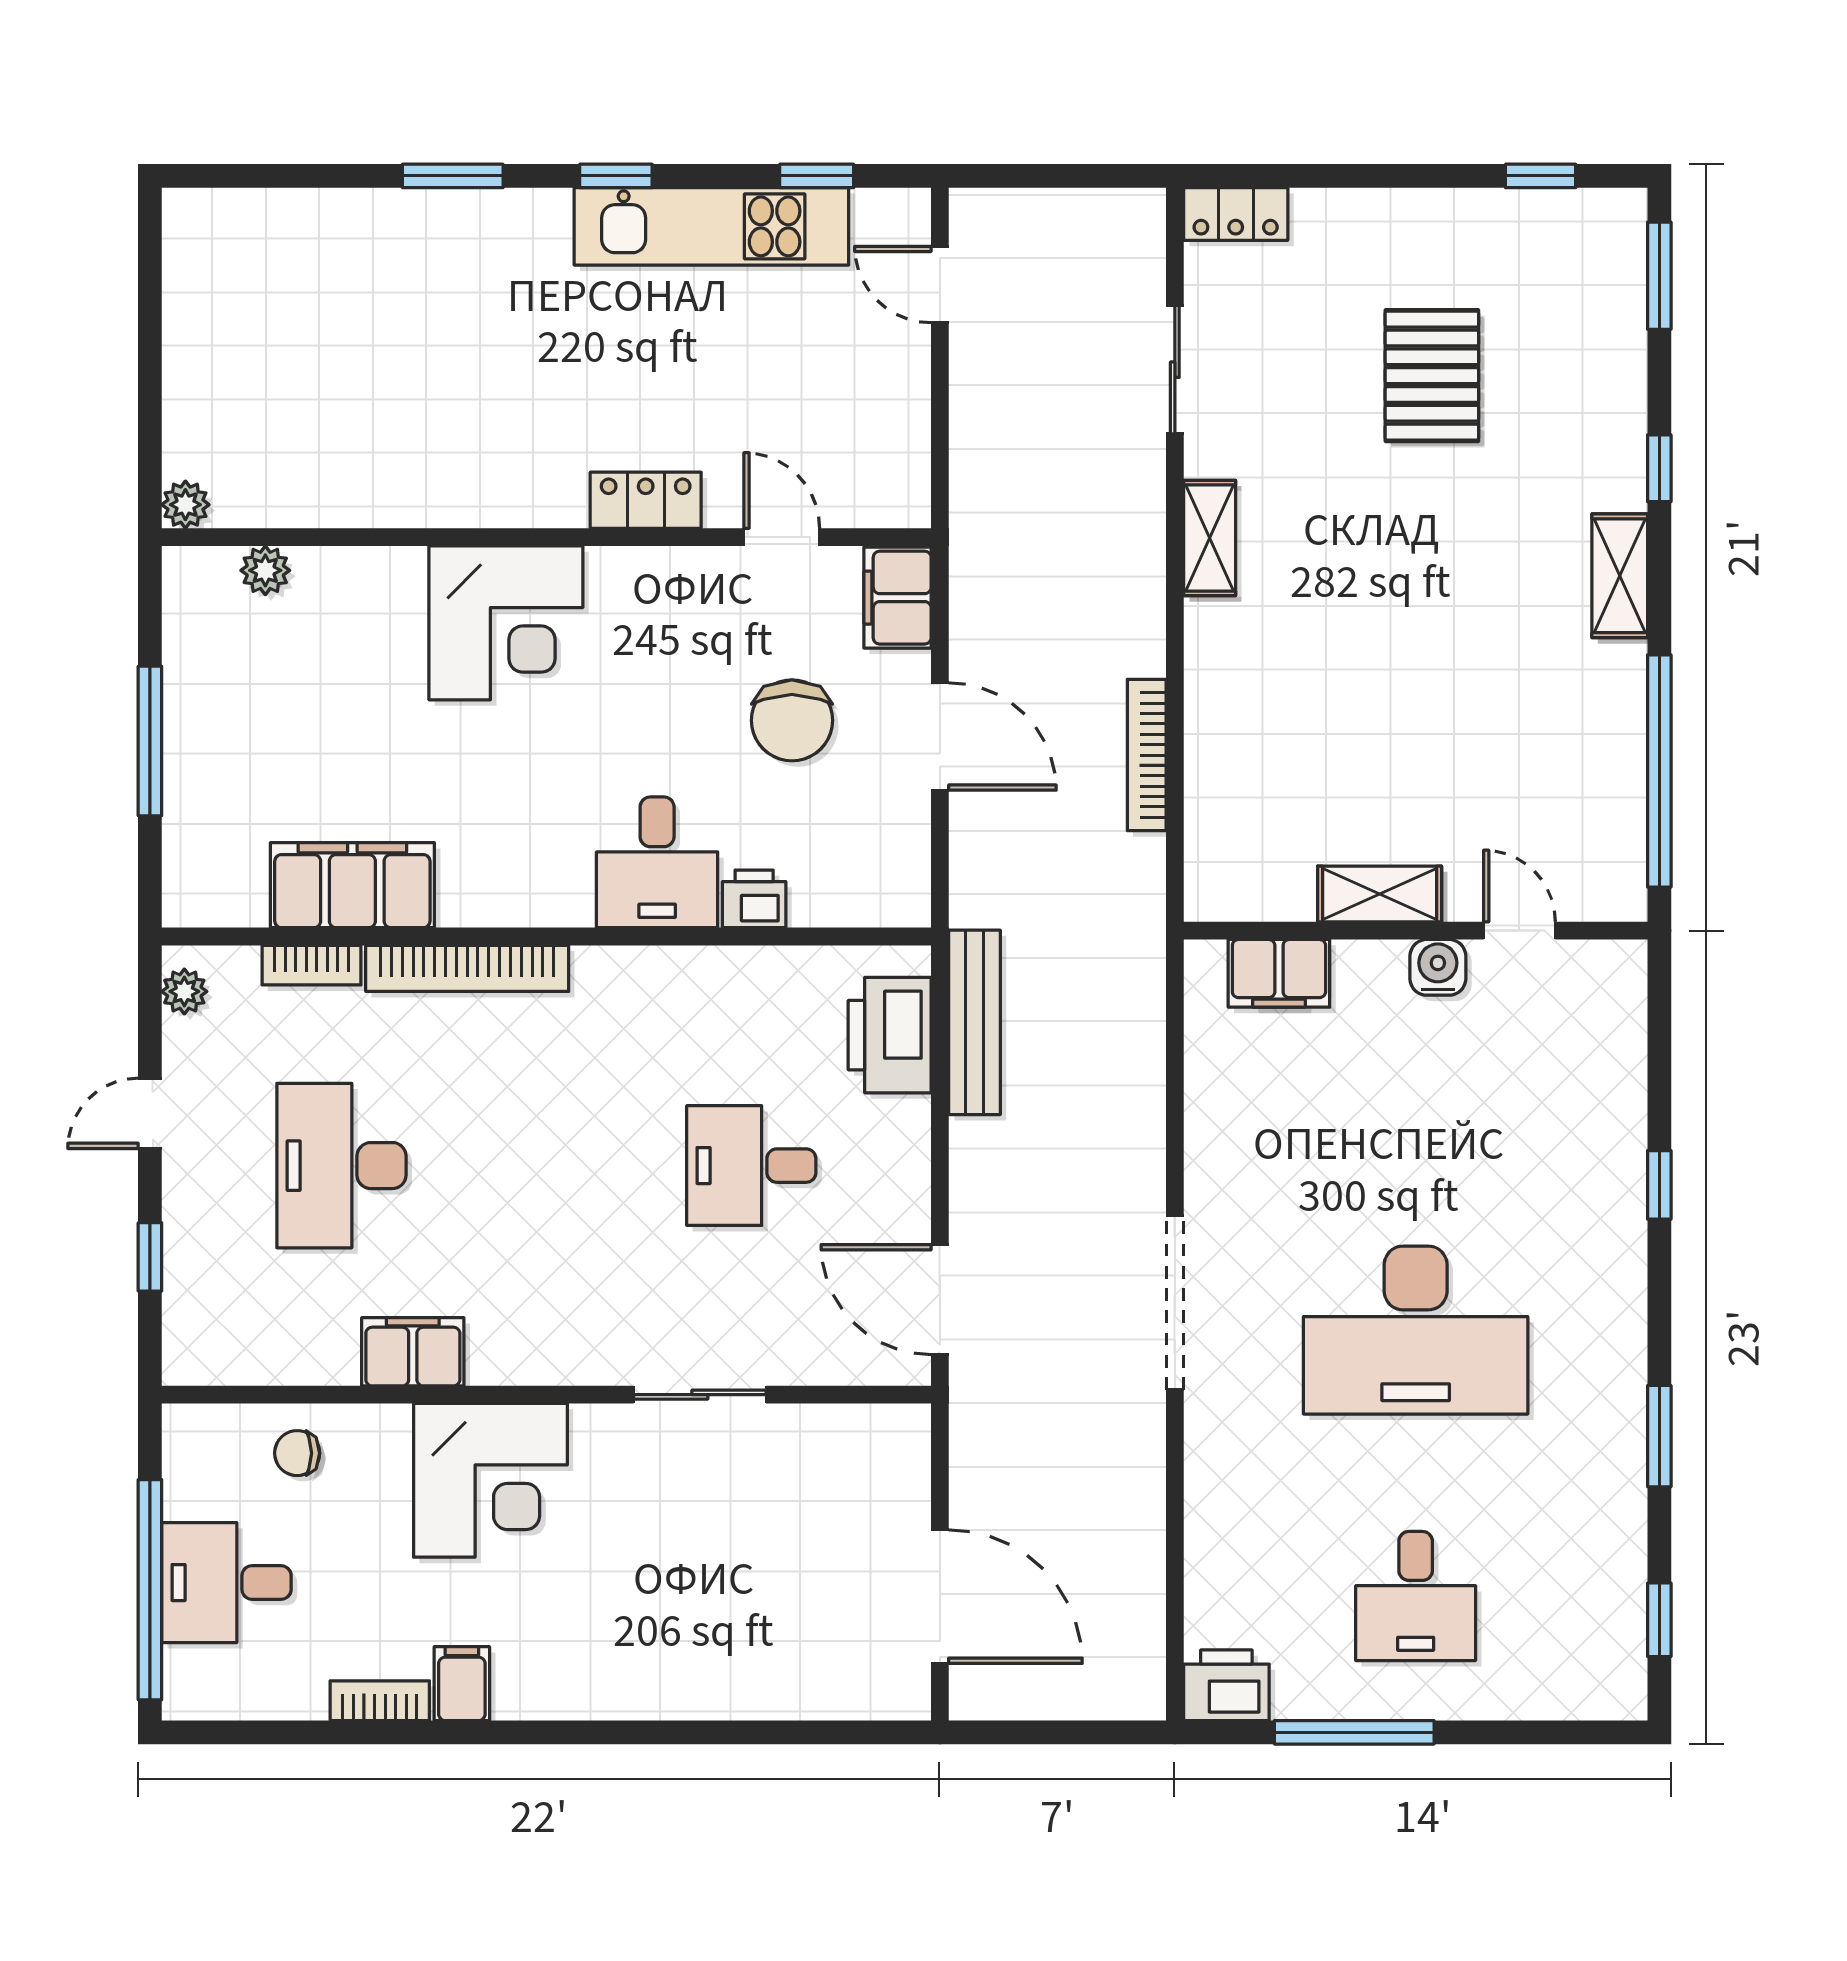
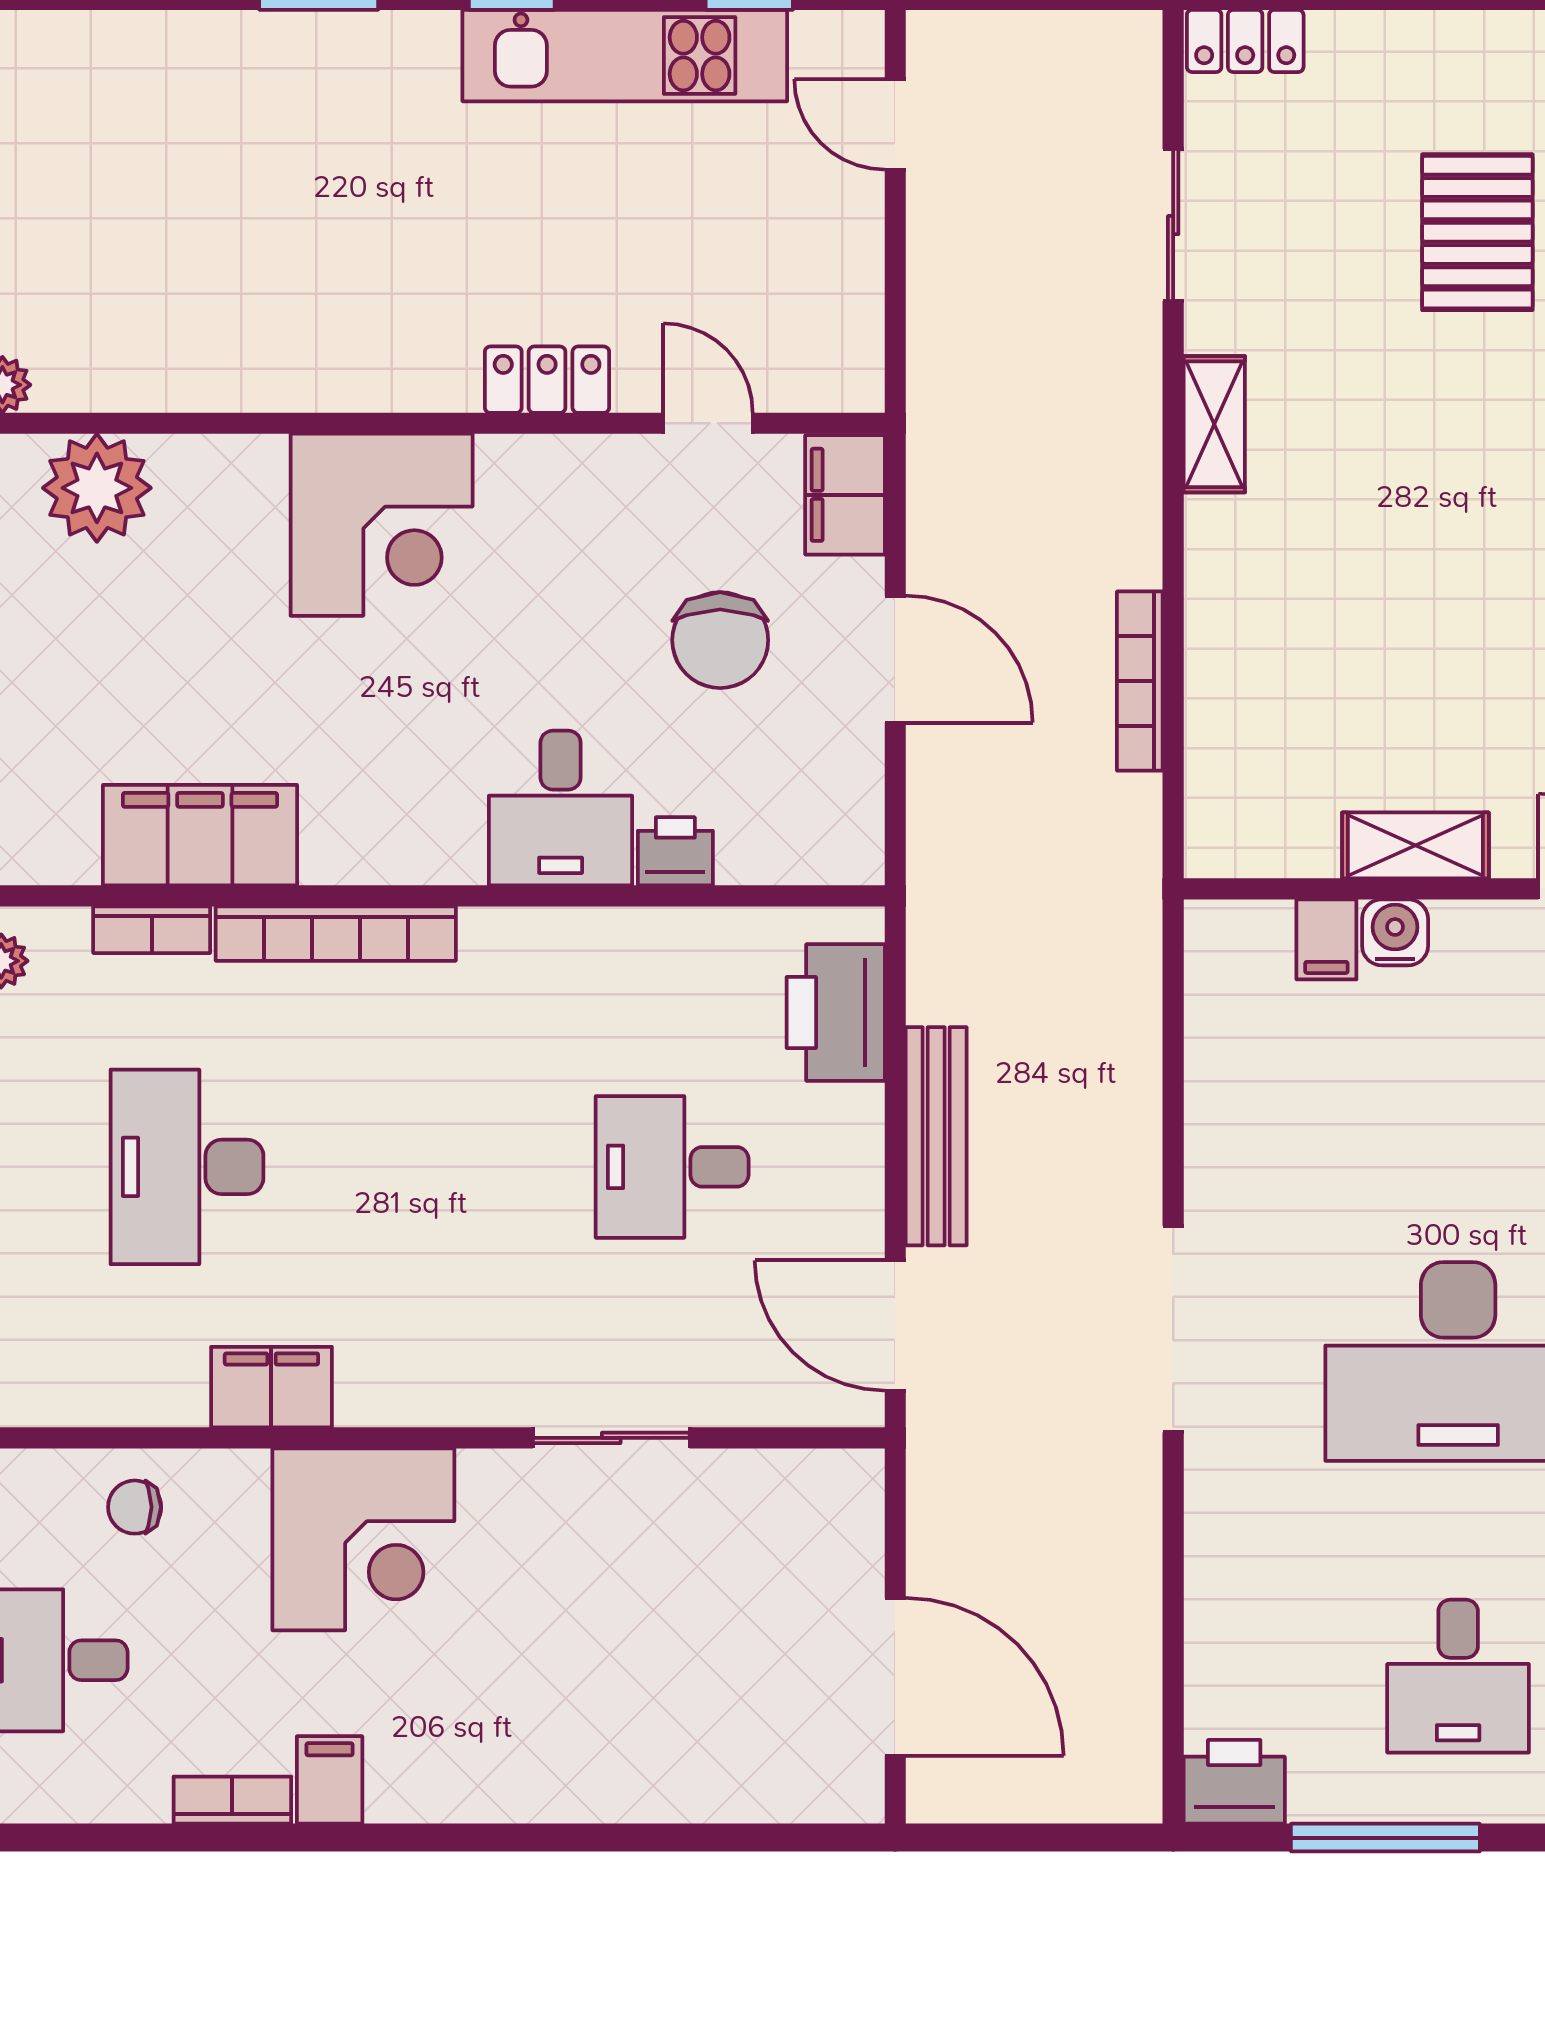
plant: (265, 570) -> (97, 488), width x1.88, depth x1.88
water cooler: (1438, 967) -> (1395, 932), moved
filing cabinet: (1279, 973) -> (1326, 939), width x0.50
bench: (975, 1022) -> (936, 1136), moved

